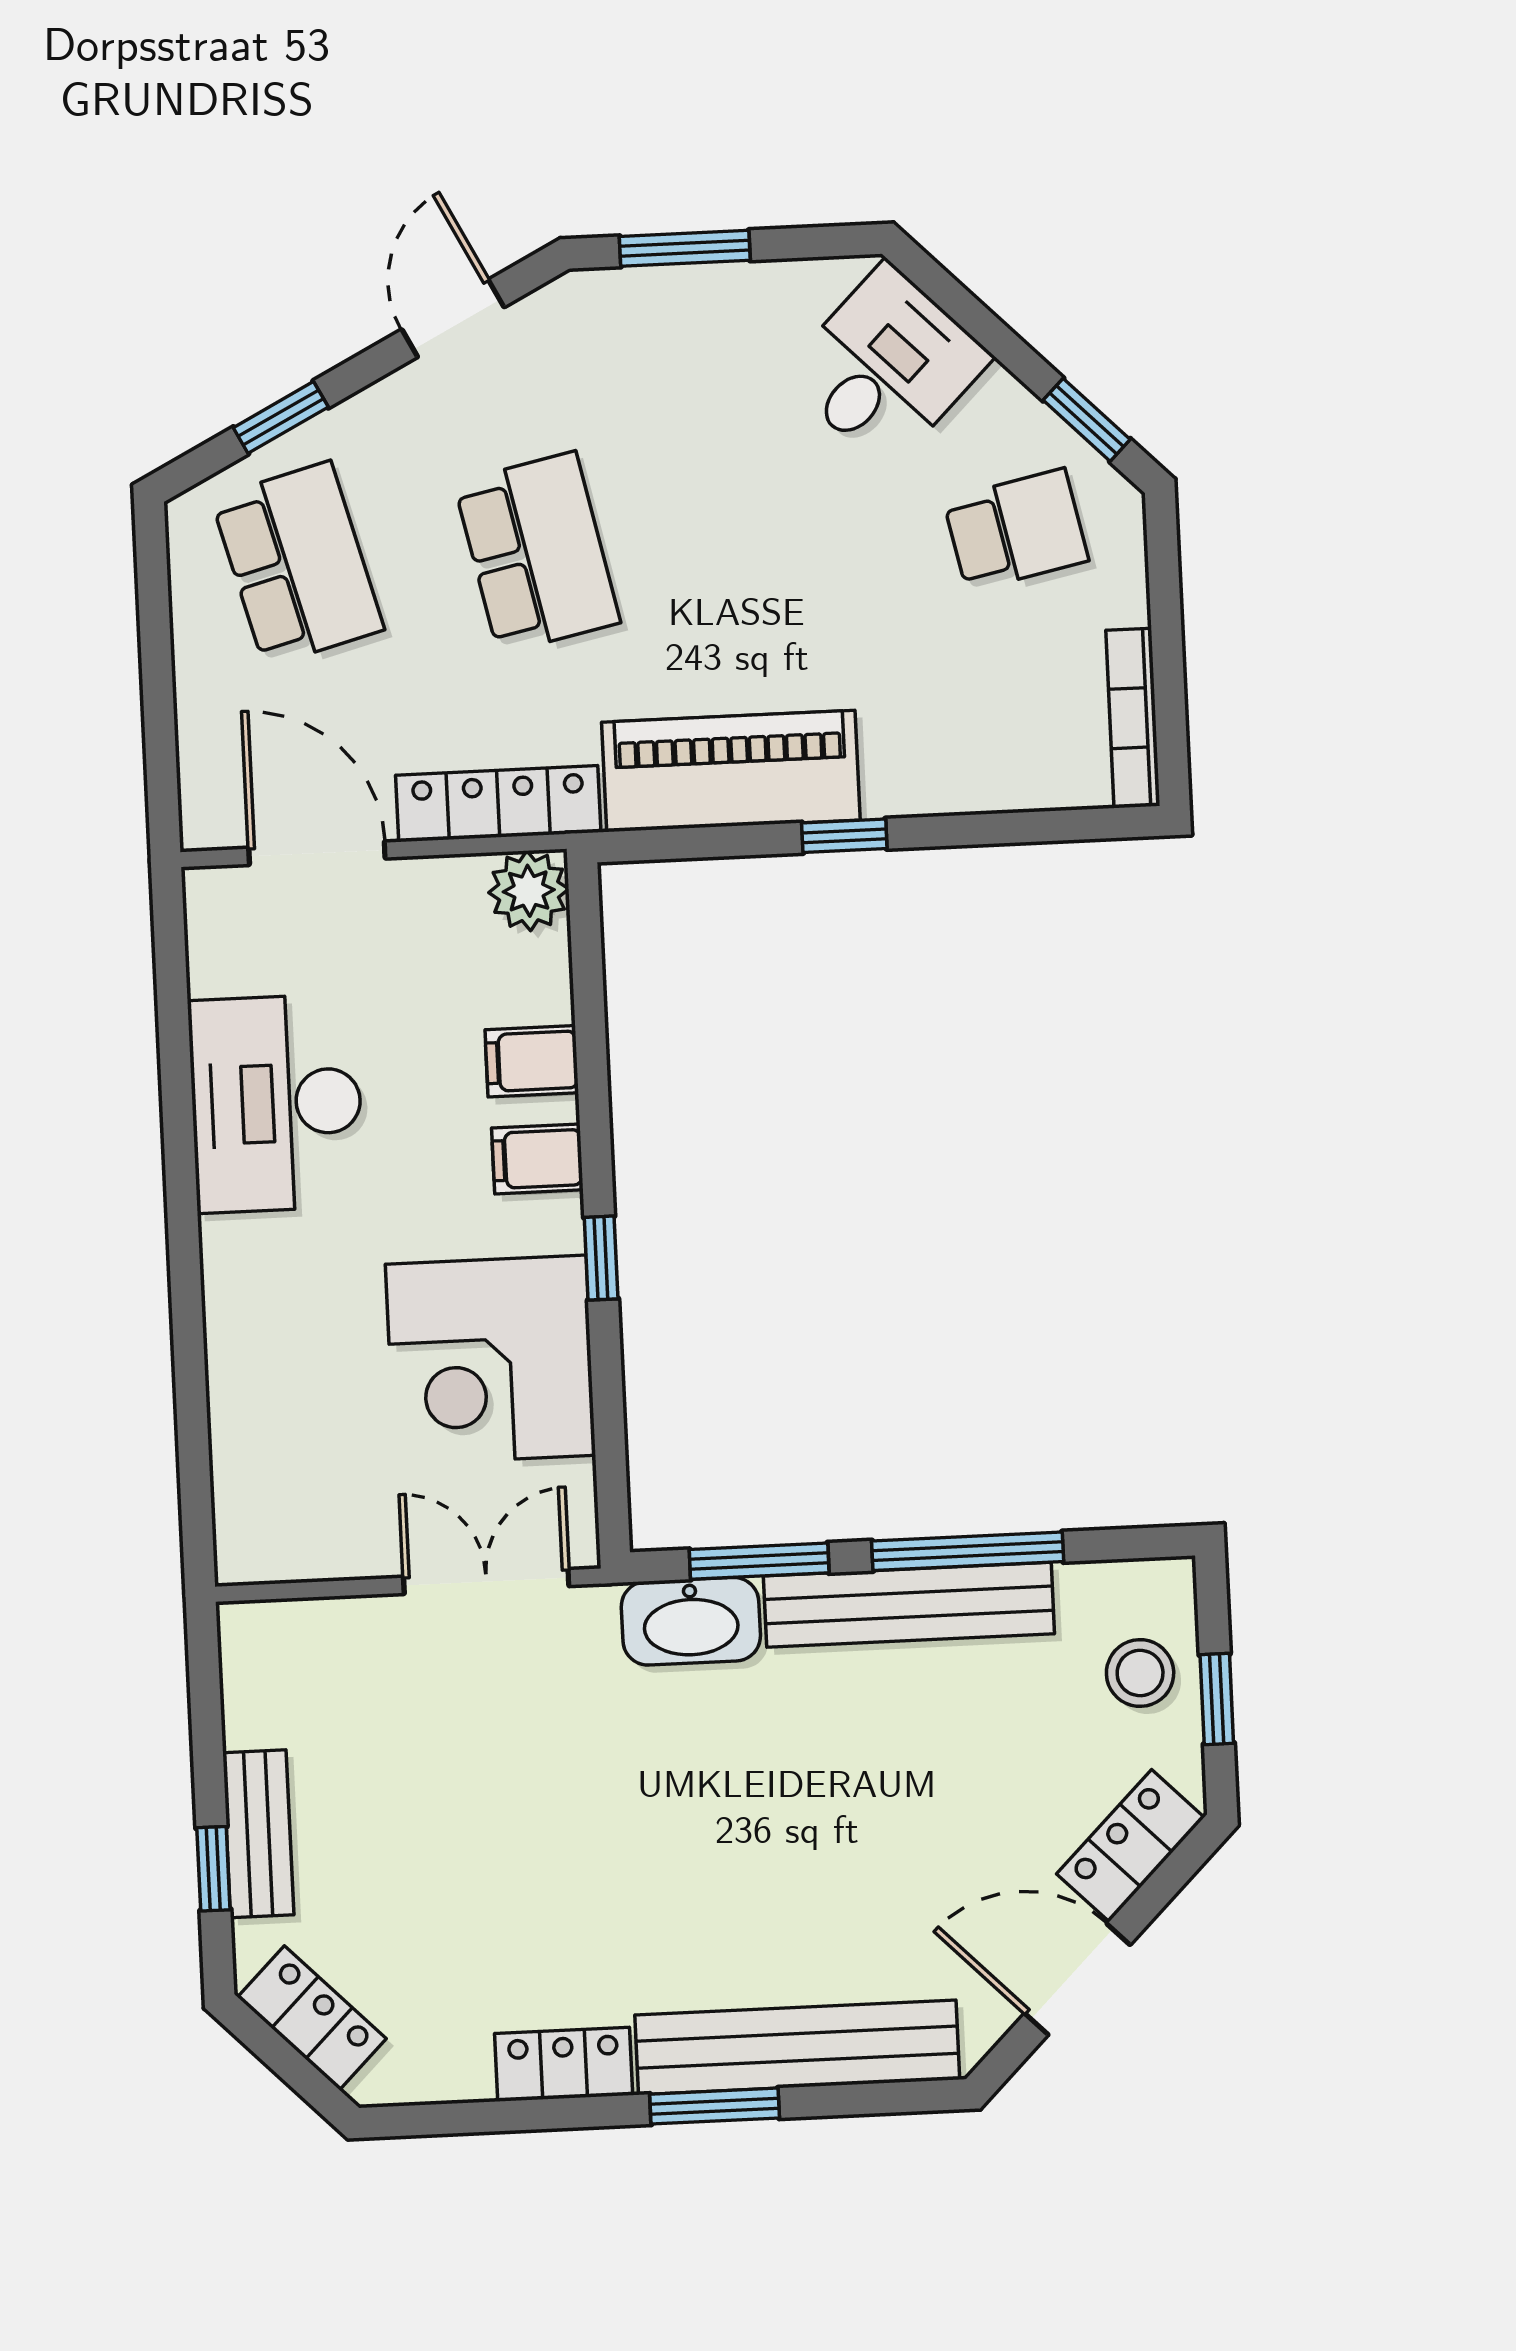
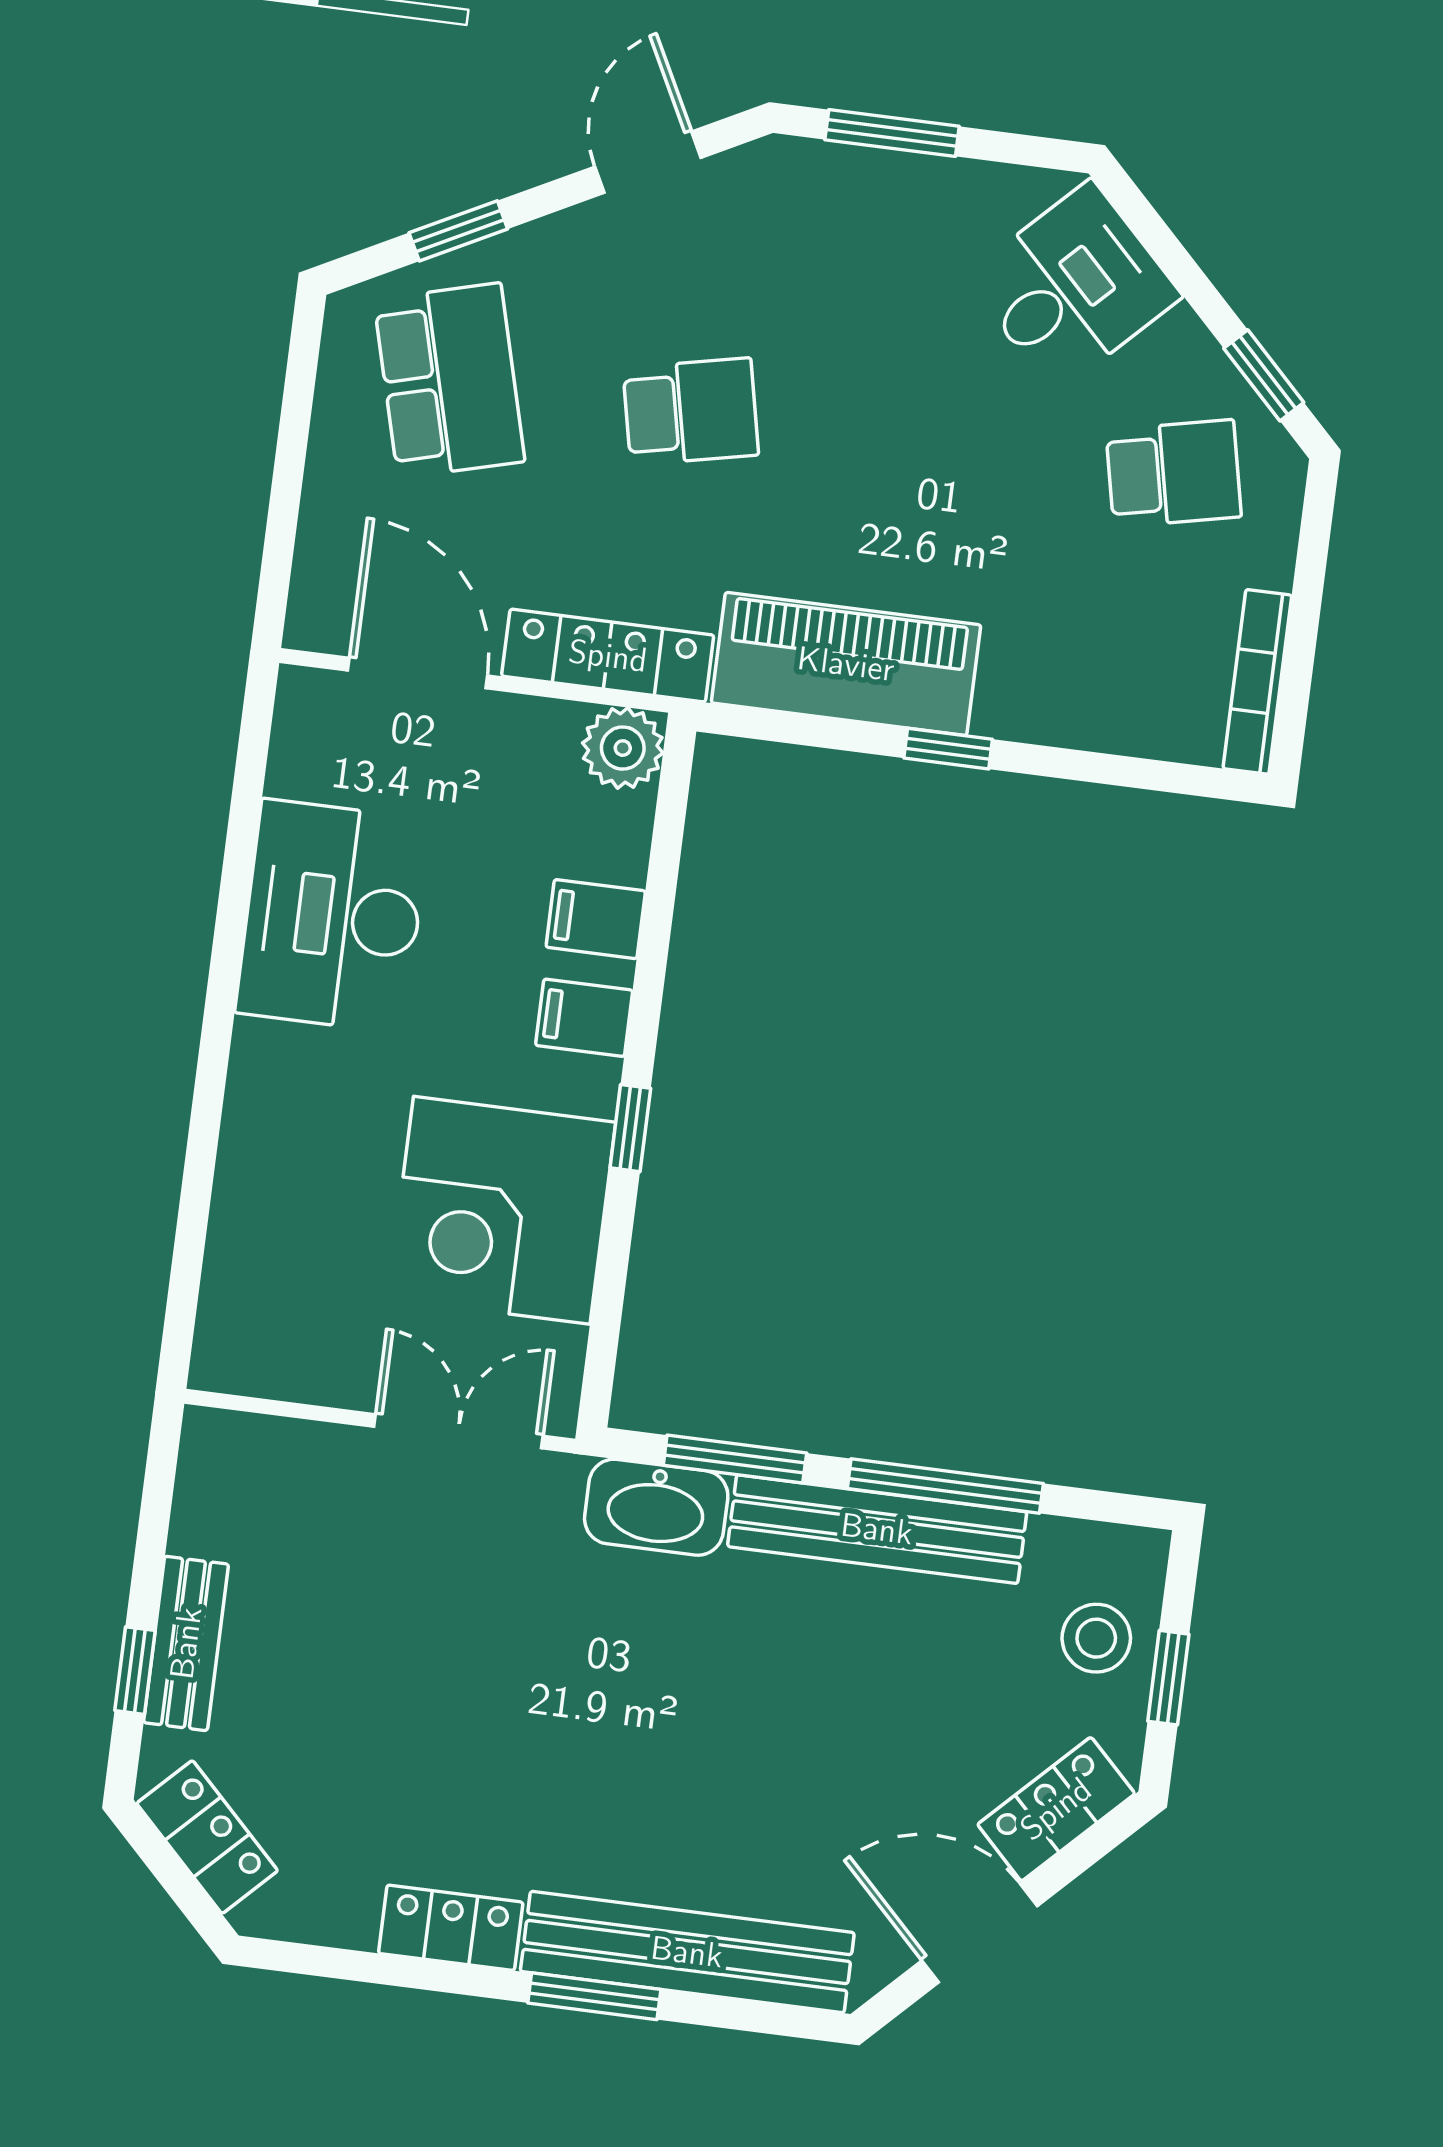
school desk: (537, 553) -> (691, 411), width x0.54

